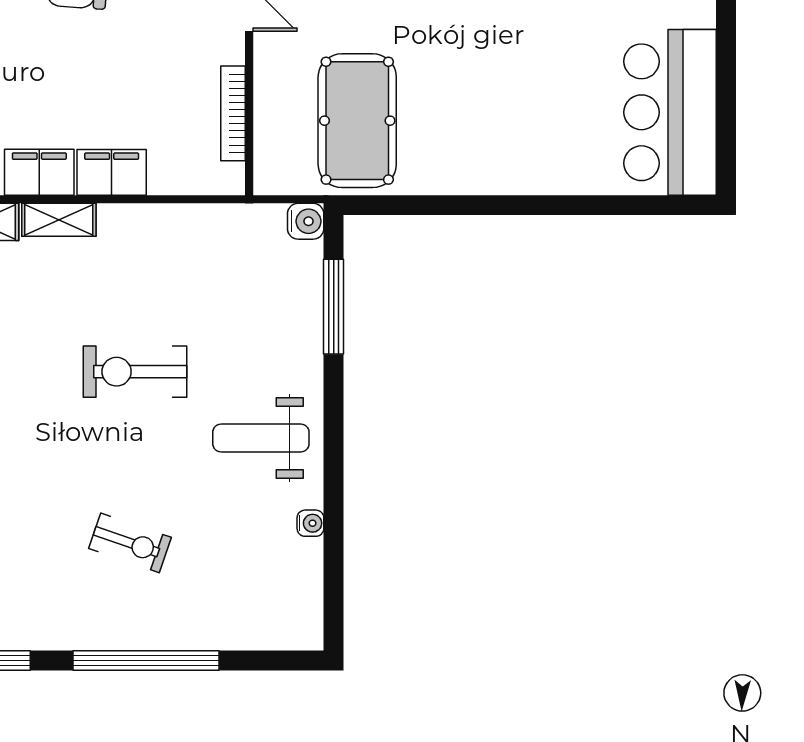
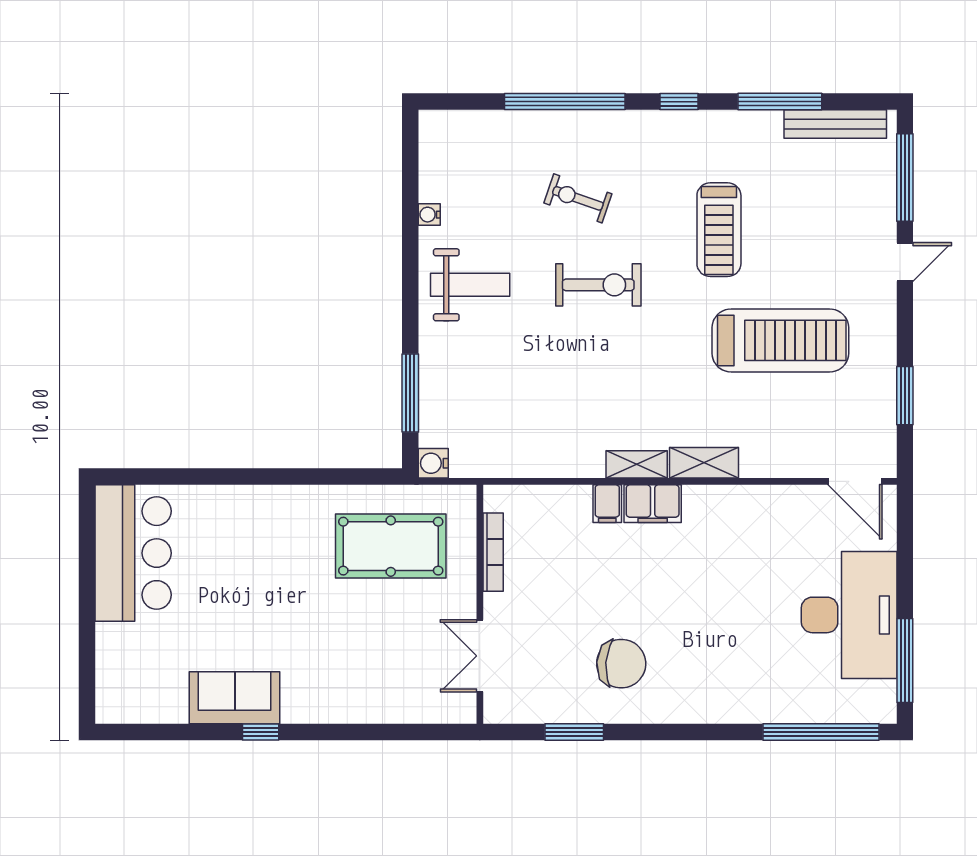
pool table: (357, 121) -> (391, 546), turned 90
filing cabinet: (112, 172) -> (607, 504), width x0.50
exercise bike: (135, 372) -> (598, 285), moved

